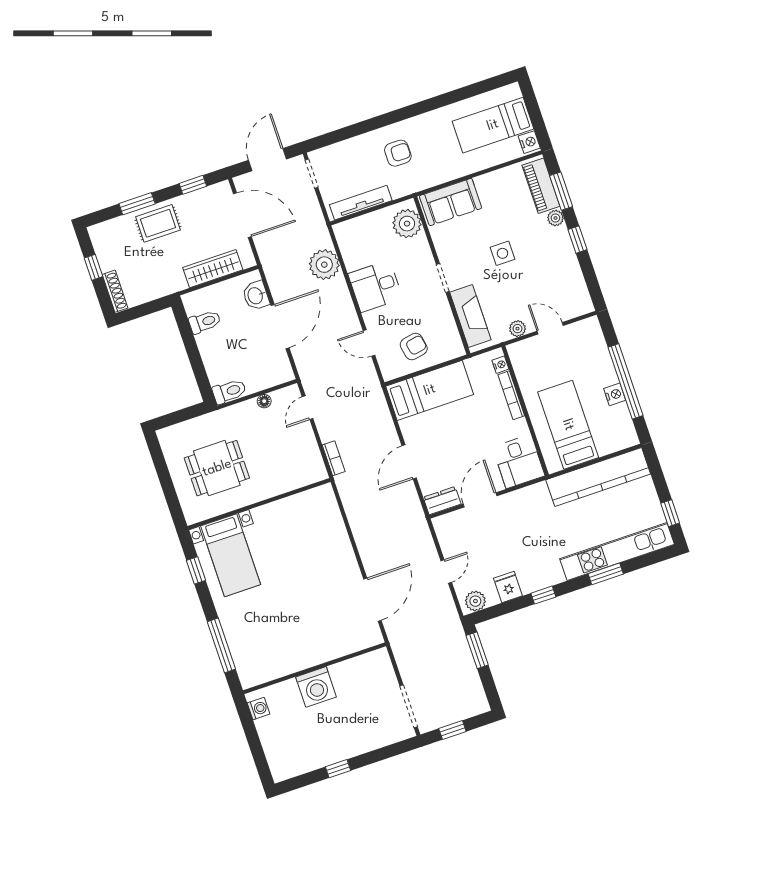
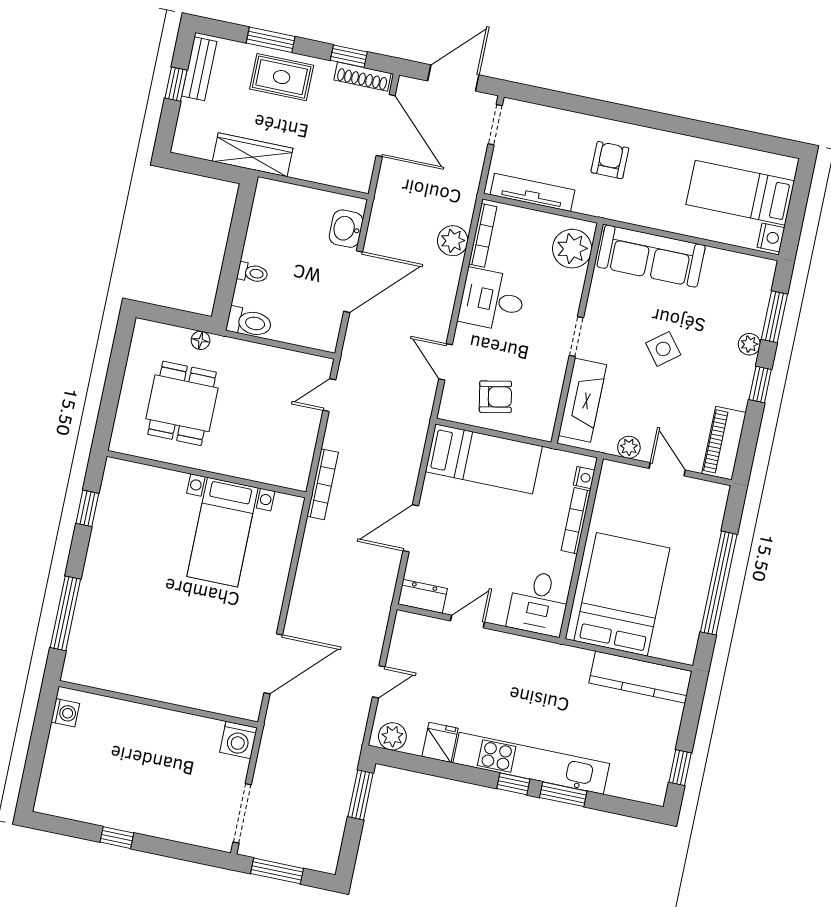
armchair: (398, 153) -> (610, 160), turned -90
piano: (541, 186) -> (724, 443), moved
sofa: (451, 202) -> (651, 256), width x1.36
bench: (103, 249) -> (199, 69), added
bookcase: (345, 249) -> (483, 235), added
side table: (502, 253) -> (663, 349), turned -38
plant: (324, 265) -> (453, 241), width x0.73, depth x0.73
wardrobe: (213, 269) -> (253, 155), moved
shoe rack: (115, 291) -> (363, 77), moved, turned 90
toilet: (205, 322) -> (253, 273), moved, width x0.73, depth x0.72
nightstand: (615, 394) -> (697, 591), removed
floor lamp: (264, 401) -> (201, 340), moved
bed: (568, 425) -> (622, 594), width x1.50
bookcase: (334, 458) -> (323, 484), width x1.56
dining table: (217, 468) -> (182, 403), turned 90
kitchen counter: (598, 477) -> (640, 677), width x0.72, depth x0.86
door: (480, 500) -> (467, 621), width x0.73
kitchen unit: (617, 551) -> (531, 763), moved
bed with nightstands: (231, 555) -> (222, 532), moved
window: (543, 595) -> (513, 784), moved
washing machine: (316, 687) -> (238, 740), moved, width x0.73, depth x0.73
window: (452, 730) -> (277, 871), width x1.50

